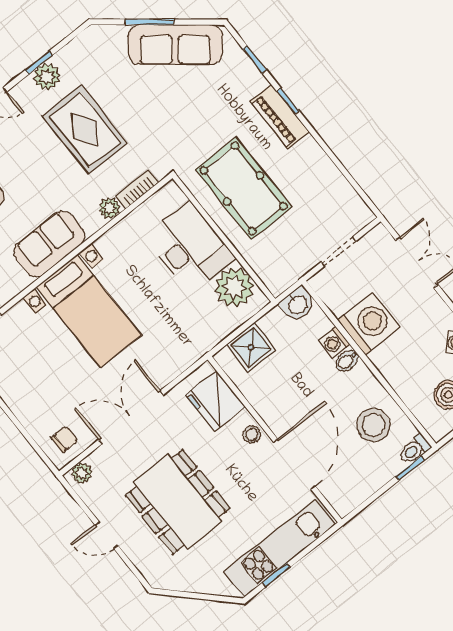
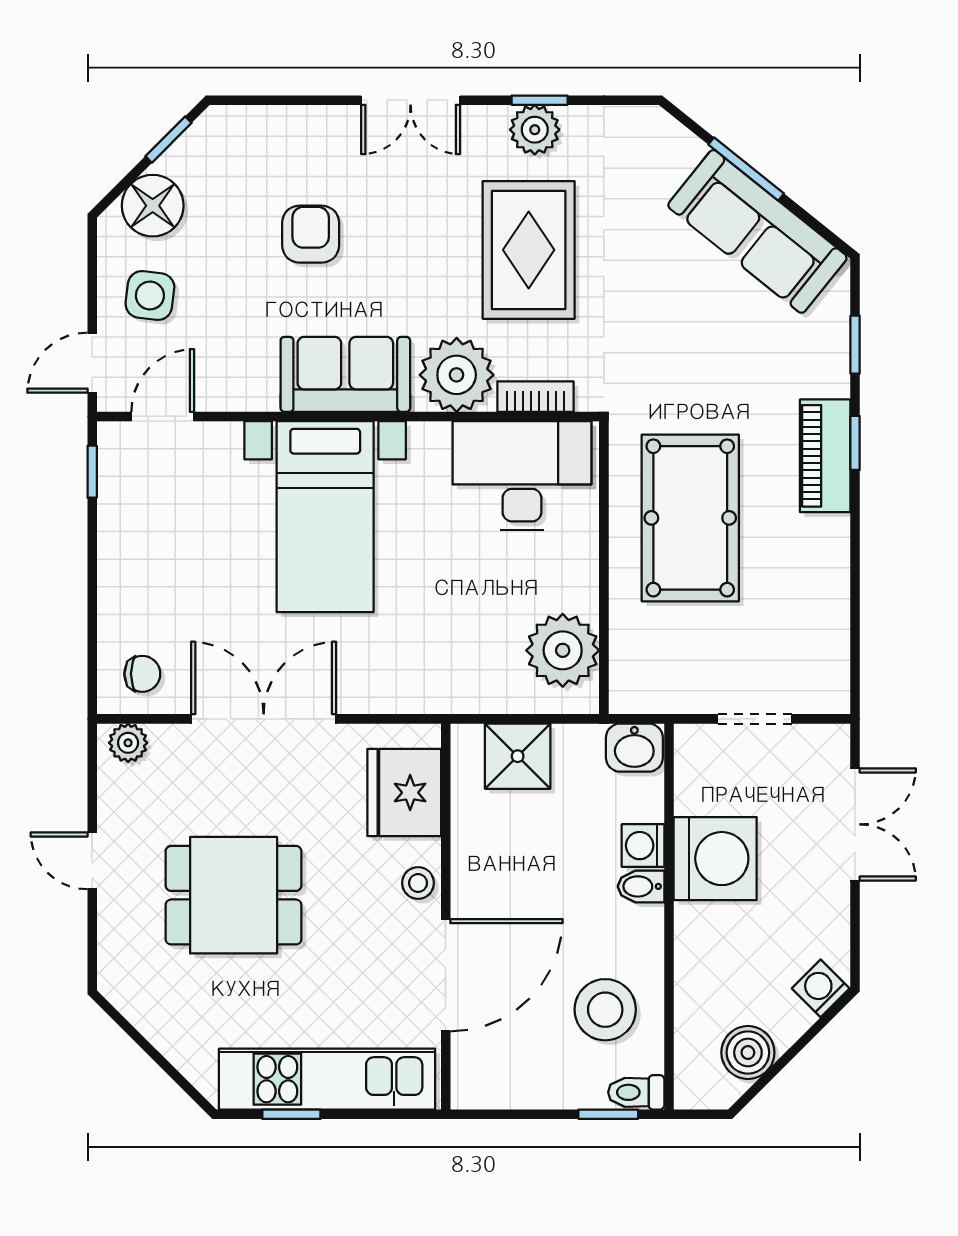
plant: (110, 208) -> (457, 375), width x1.88, depth x1.88
desk: (190, 247) -> (522, 476), moved, turned -90
dining table: (178, 502) -> (234, 895), width x0.73

